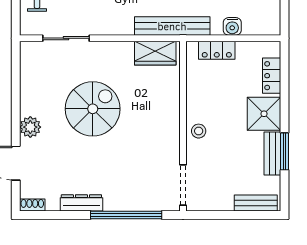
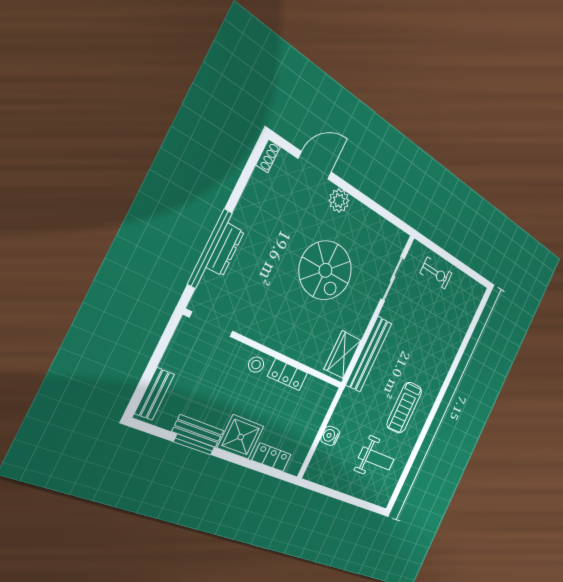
bench: (172, 26) -> (369, 354), moved
locker: (217, 50) -> (288, 375), moved, turned -90
dresser: (81, 203) -> (225, 249), moved

